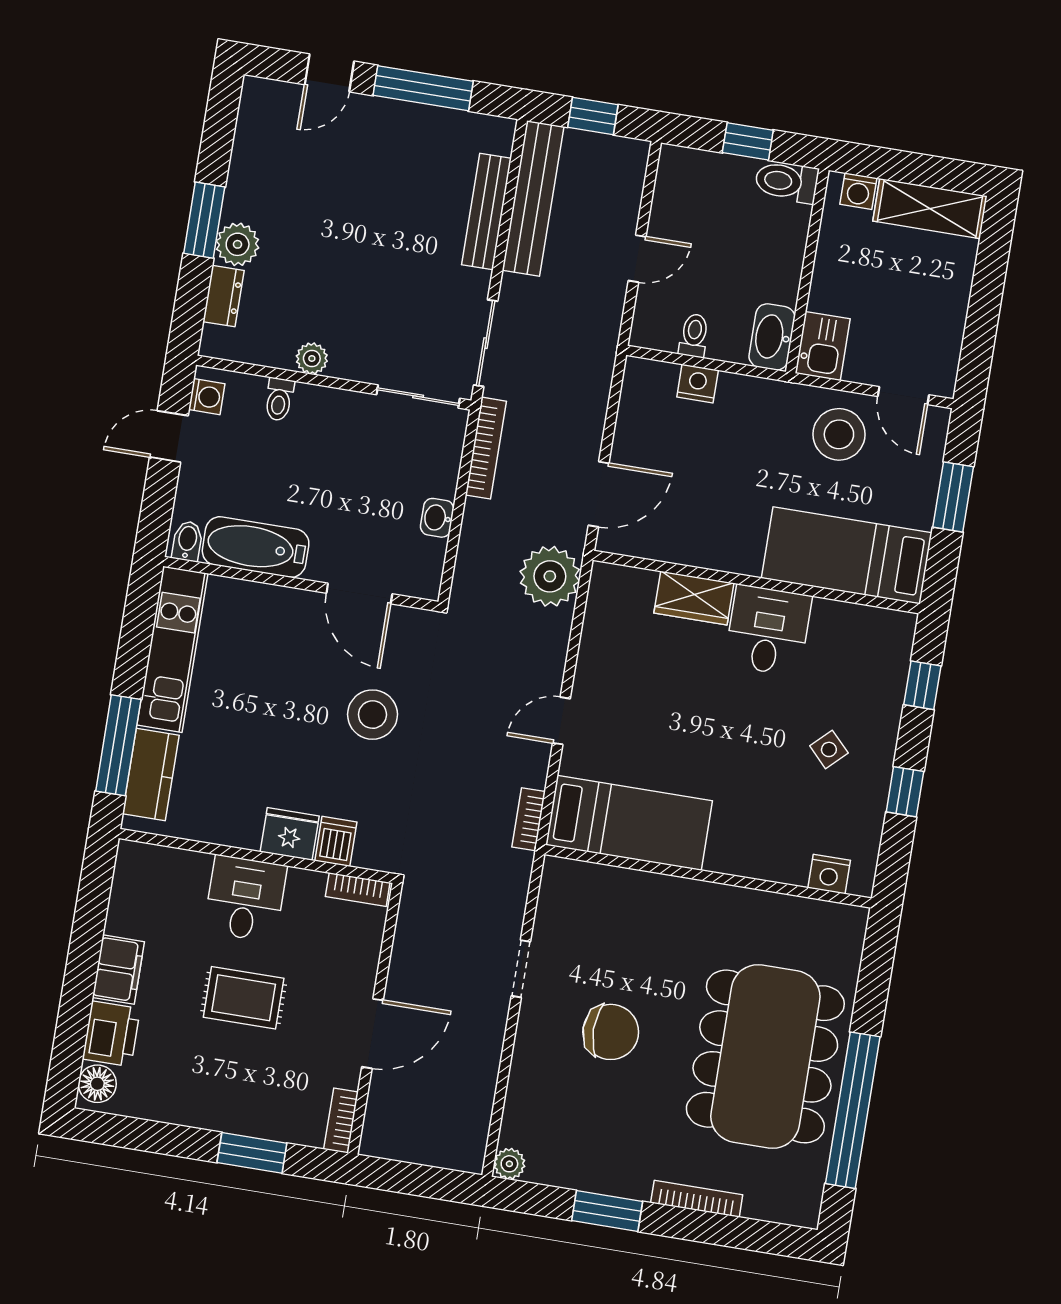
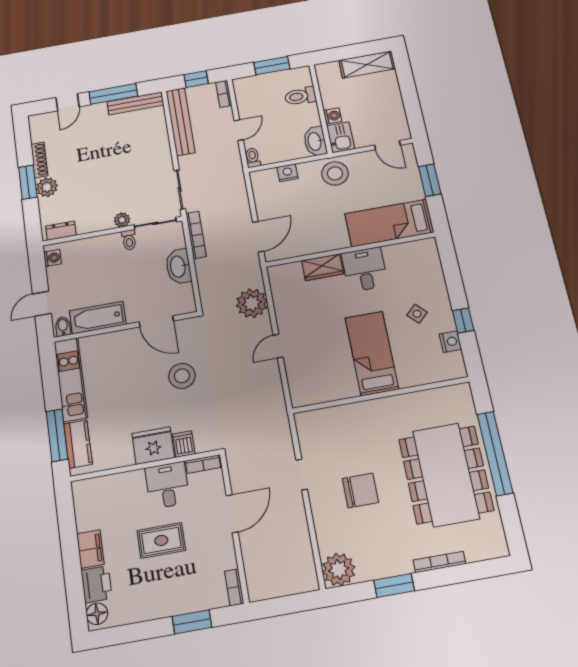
window: (748, 141) -> (272, 66), width x1.50
shoe rack: (240, 180) -> (39, 160), added
toilet: (787, 182) -> (300, 96), moved
washing machine: (858, 191) -> (333, 116), moved, turned -90
bench: (486, 212) -> (135, 103), moved, turned 90
dresser: (223, 296) -> (61, 231), moved, turned -90
toilet: (694, 335) -> (253, 158), moved
plant: (312, 358) -> (122, 220), moved
toilet: (279, 399) -> (129, 240), moved
stool: (839, 434) -> (335, 173), moved
door: (169, 436) -> (42, 304), moved
washbasin: (437, 518) -> (178, 266), width x1.91, depth x1.45
plant: (550, 576) -> (252, 303), moved
window: (922, 685) -> (451, 268), removed
bookcase: (529, 819) -> (224, 94), moved
bed: (629, 823) -> (372, 353), moved, turned -90
fridge: (290, 834) -> (153, 445), width x1.36, depth x1.34
nightstand: (829, 874) -> (450, 342), moved, turned -90
desk: (245, 899) -> (167, 485), moved
door: (373, 1034) -> (232, 514), moved
window: (853, 1110) -> (495, 453), moved
plant: (509, 1164) -> (339, 570), width x1.87, depth x1.87

